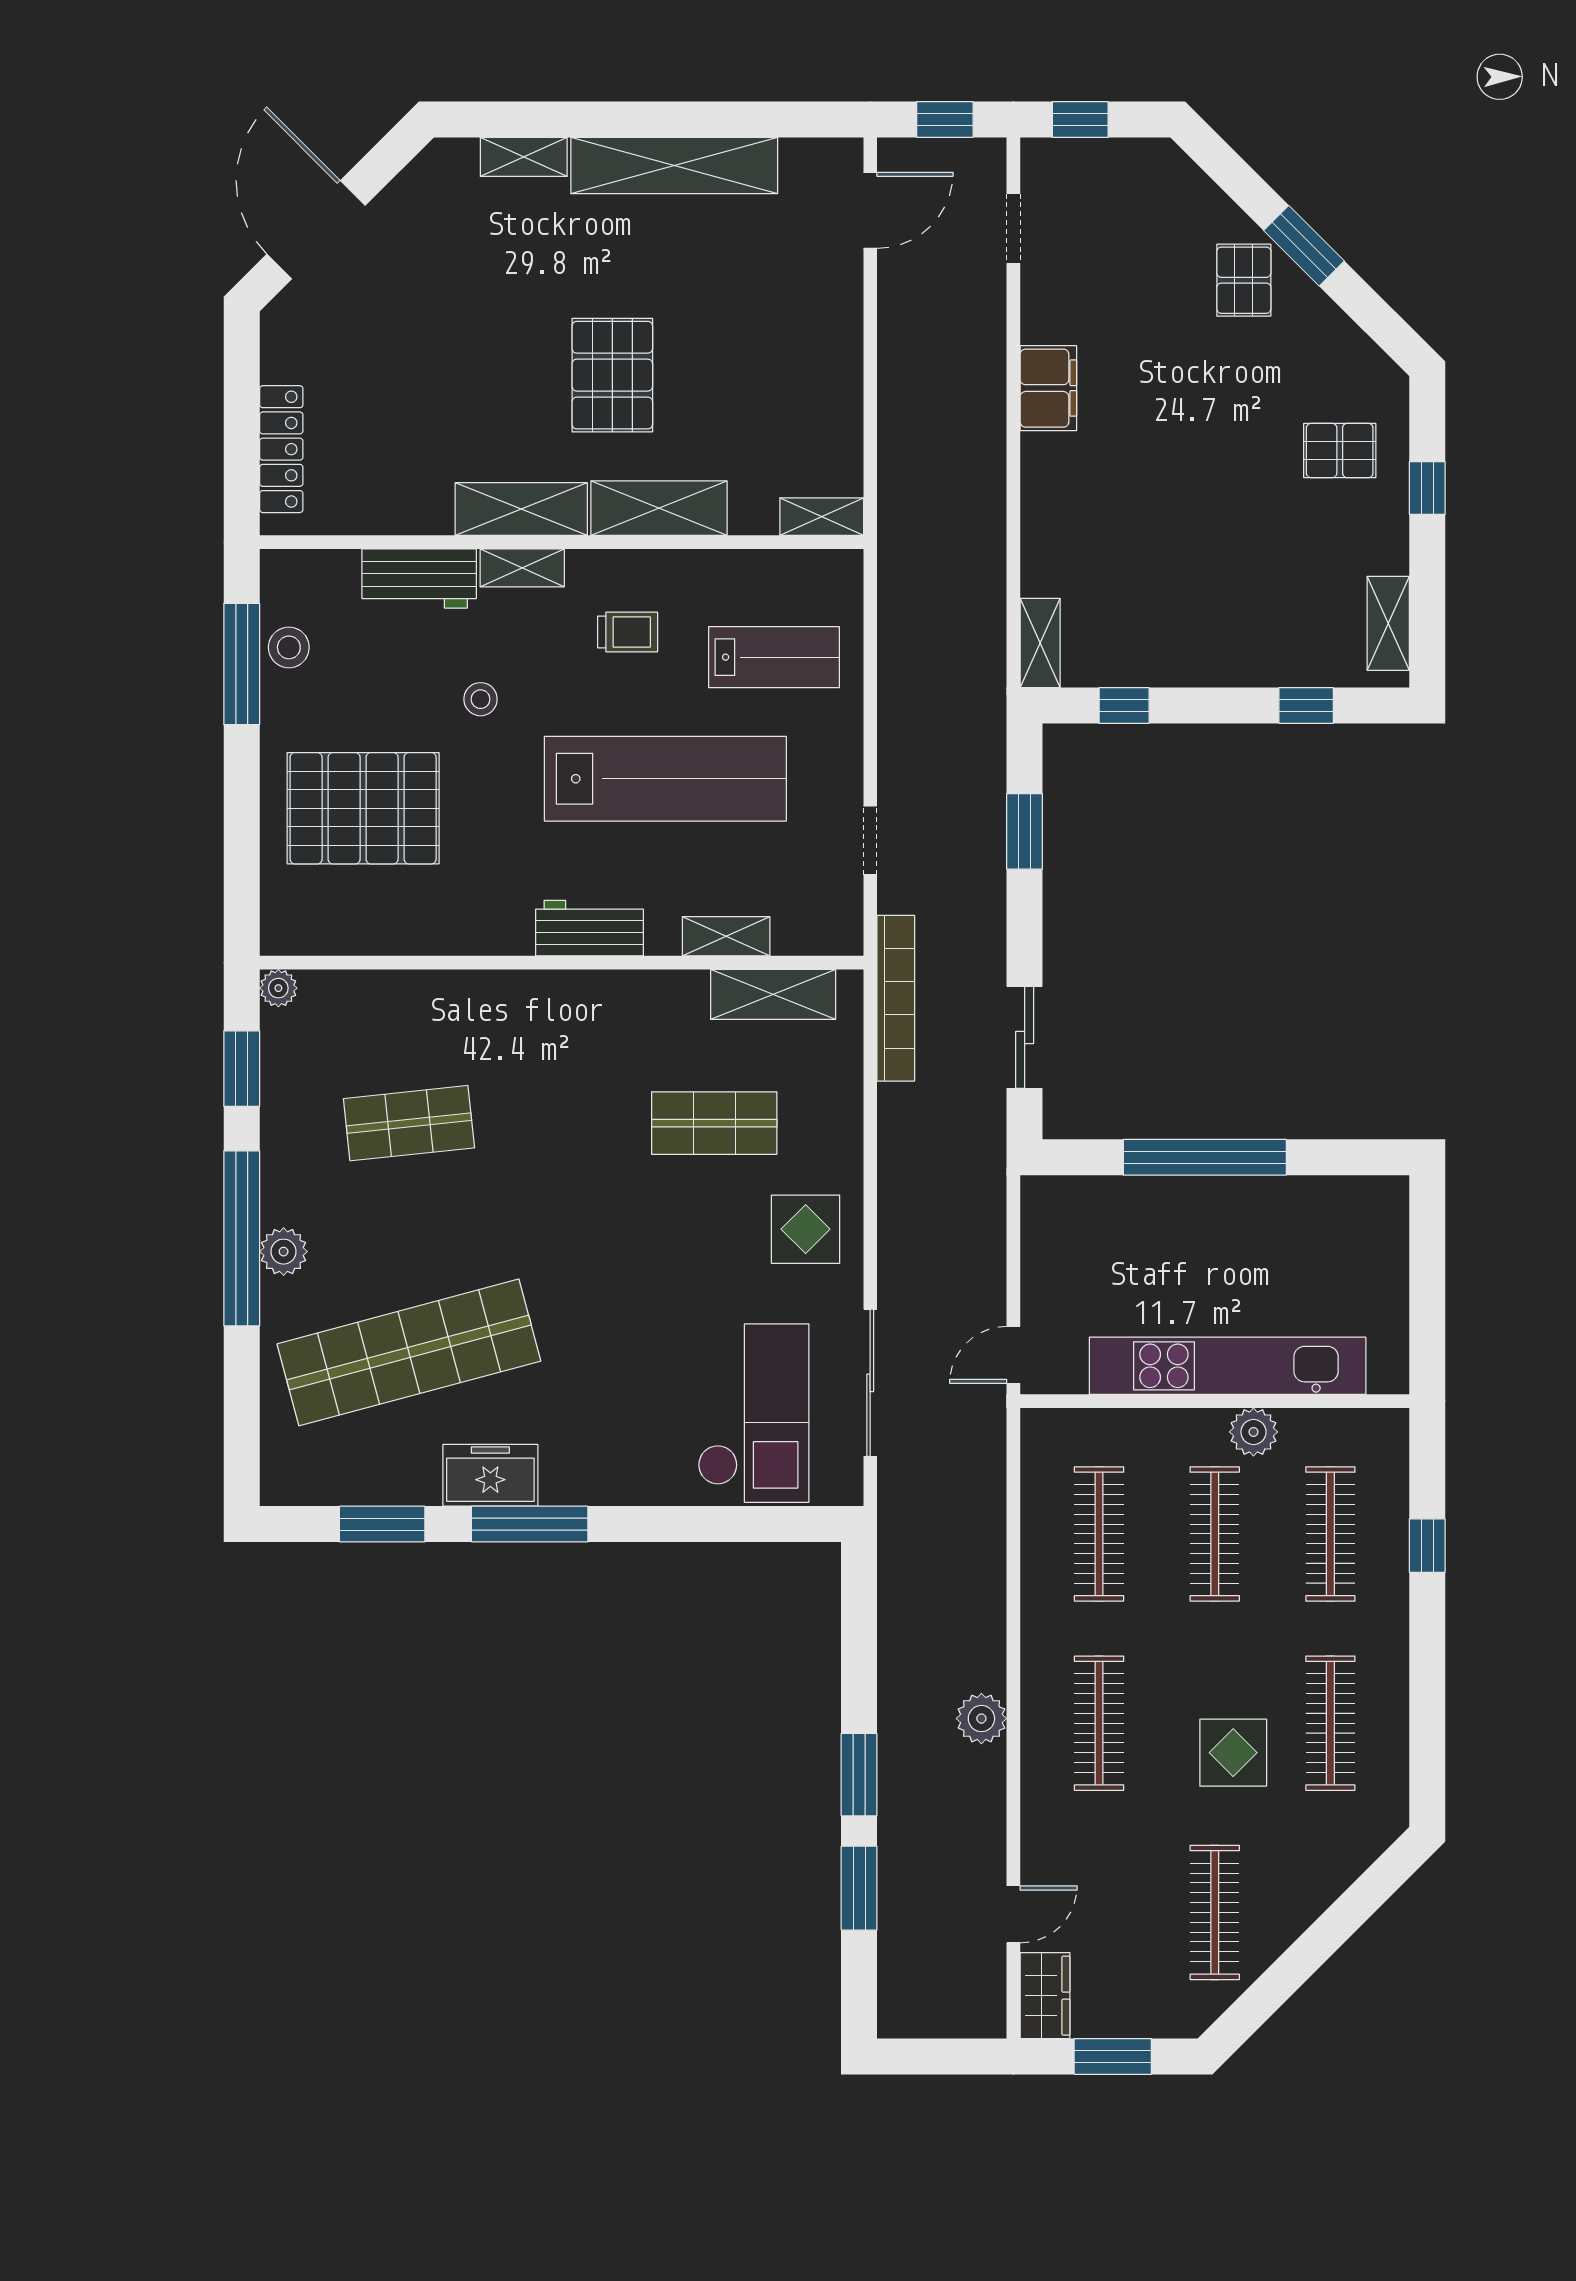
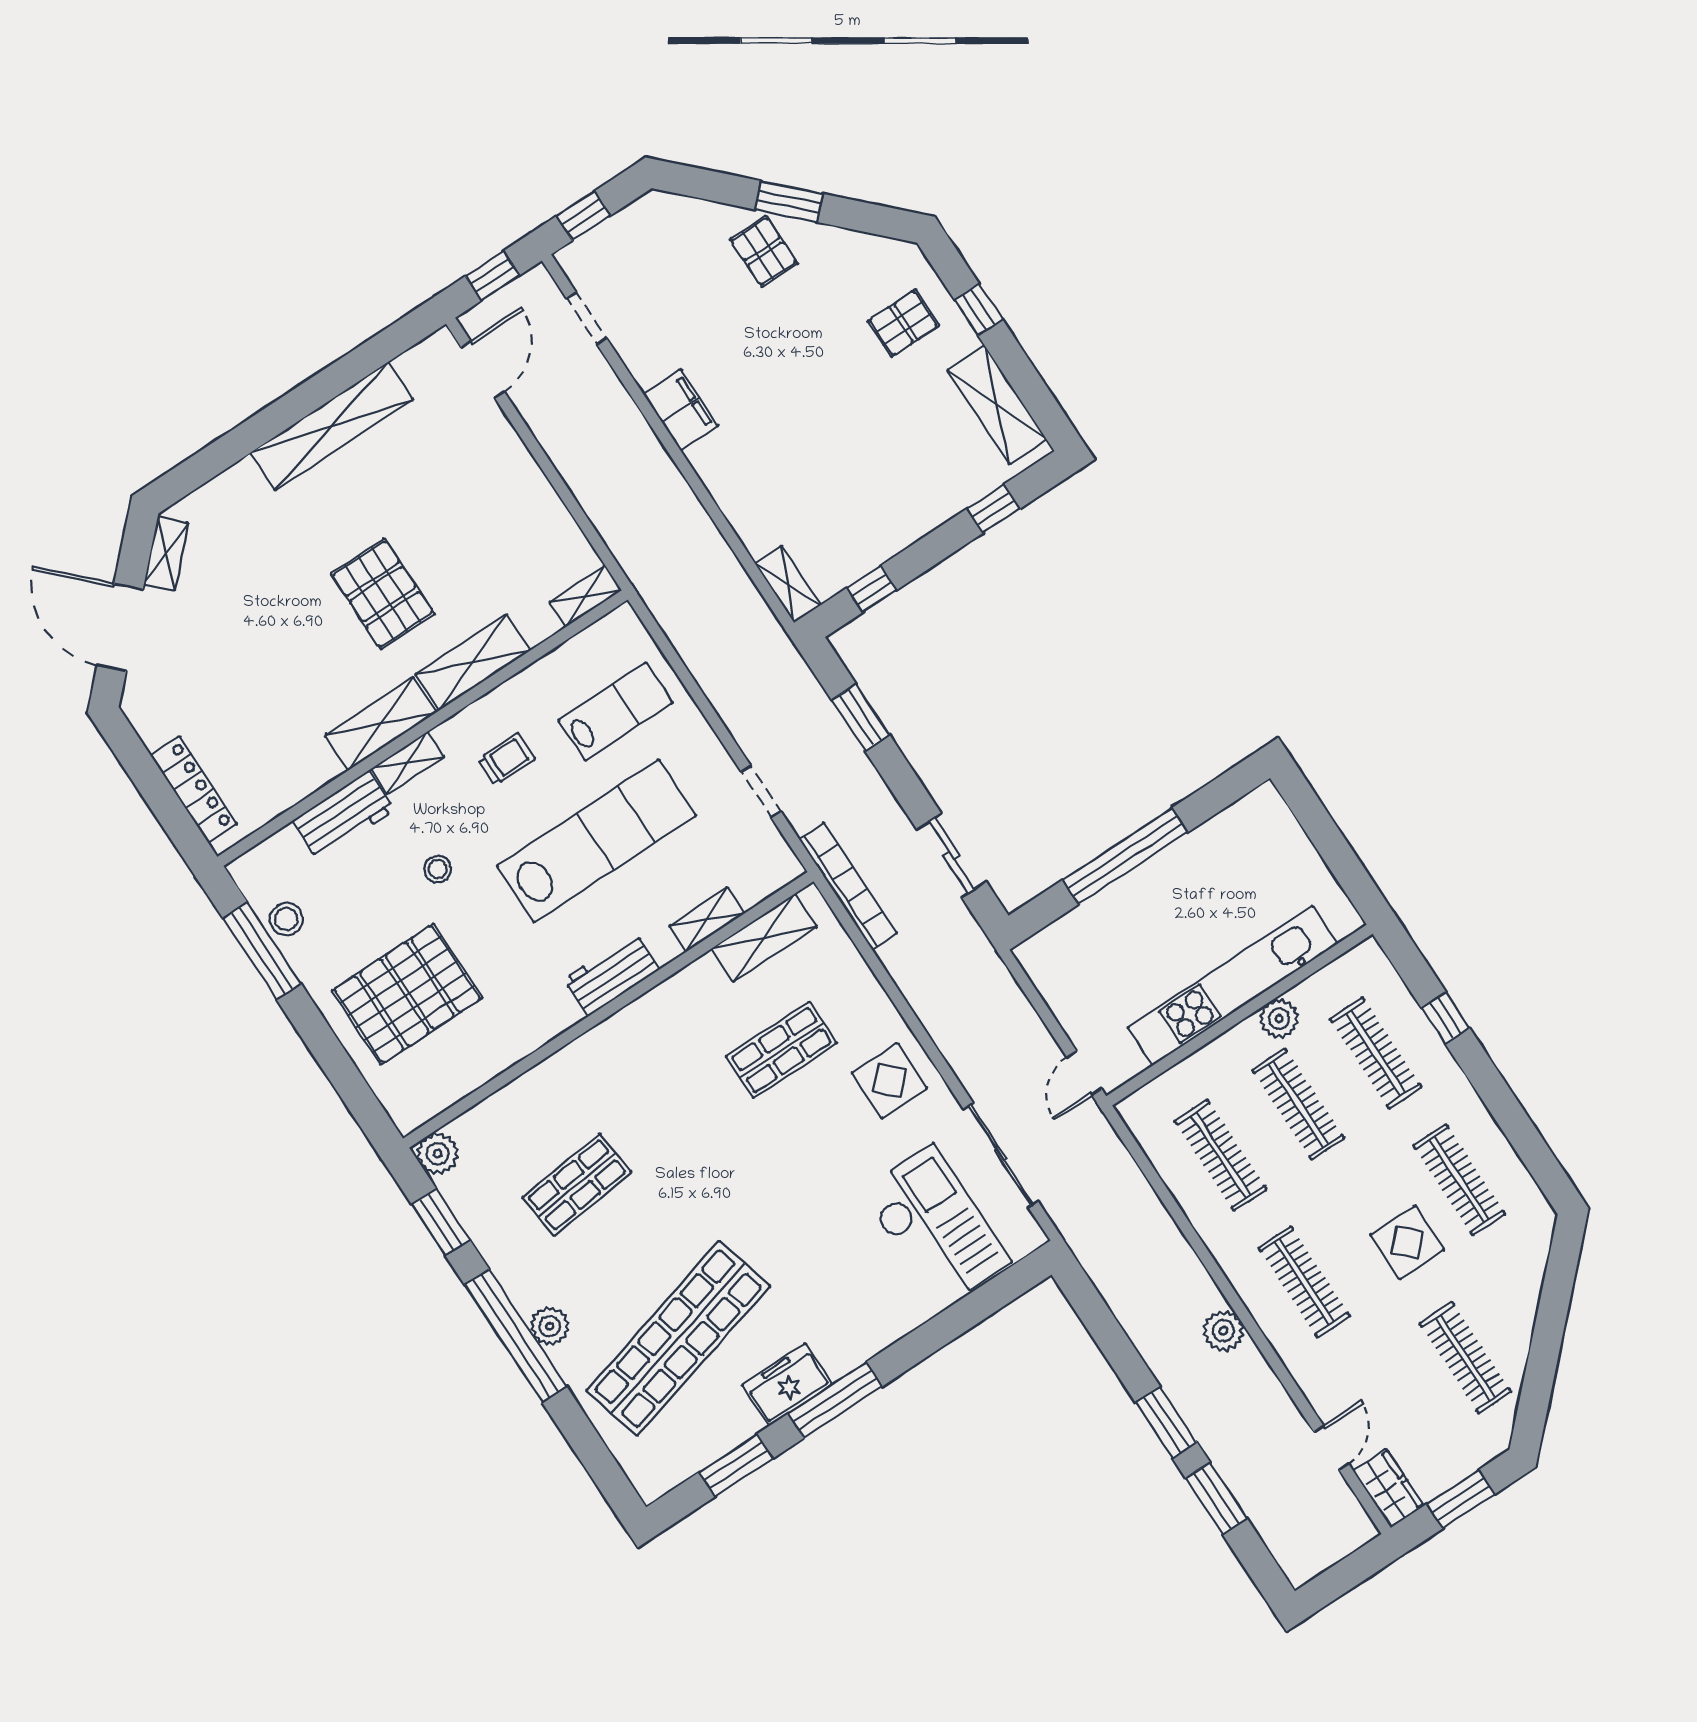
shelving: (524, 157) -> (166, 554), moved, turned -45
shelving: (1388, 623) -> (997, 405), width x1.50, depth x1.33
plant: (278, 988) -> (438, 1154), width x1.38, depth x1.38

